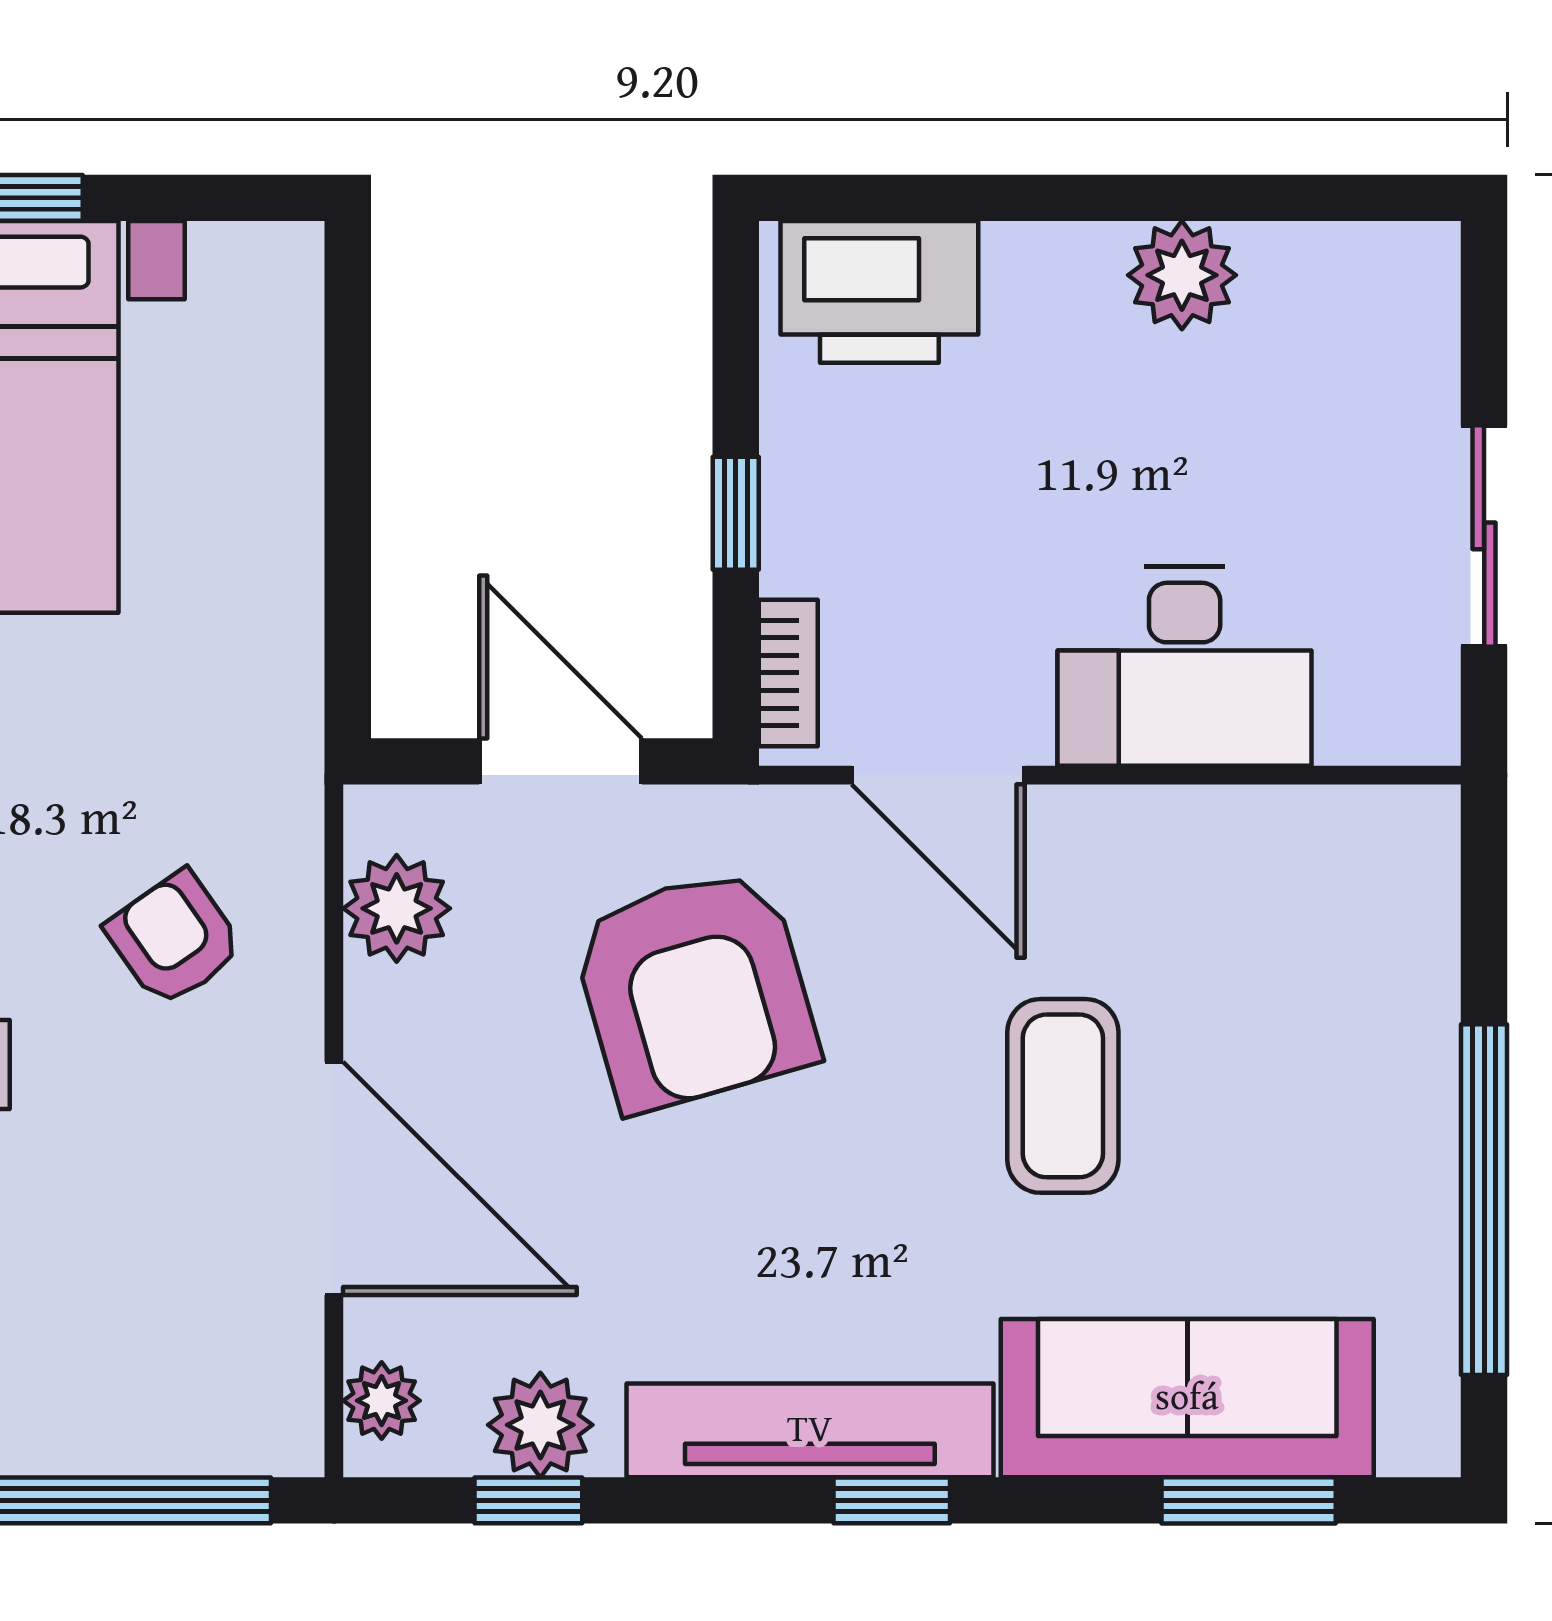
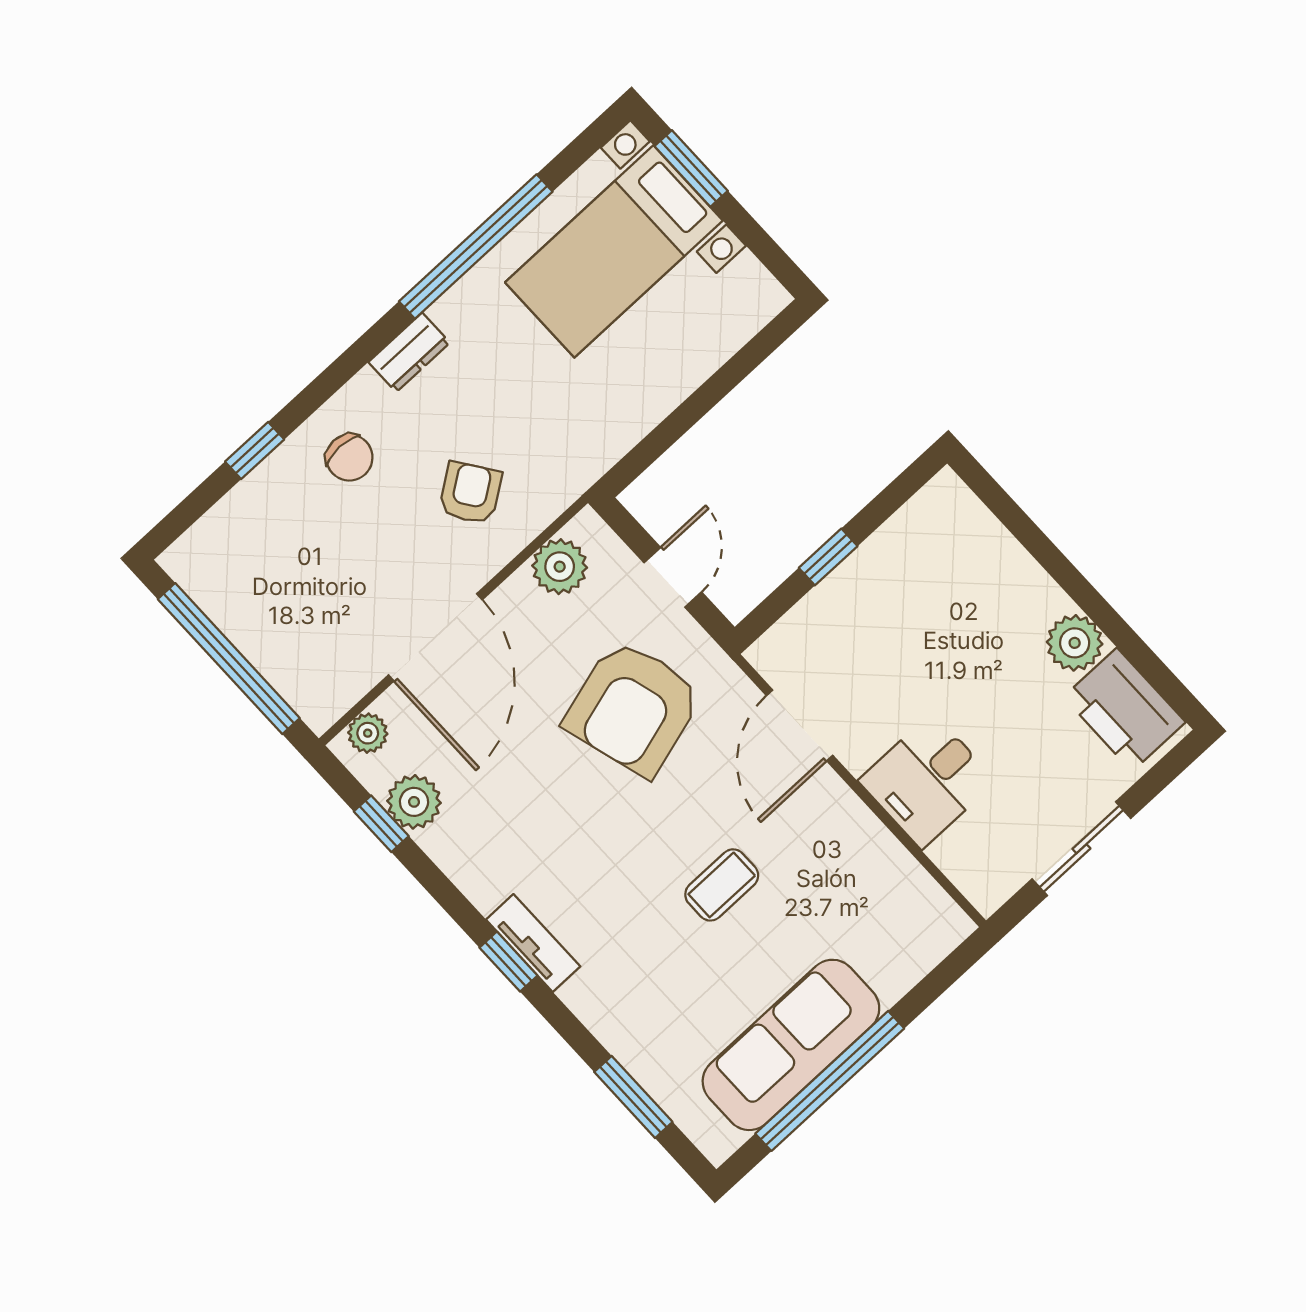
printer: (879, 292) -> (1124, 710), moved
desk: (1185, 666) -> (927, 781), width x0.73
bookcase: (788, 673) -> (786, 633), removed
door: (560, 761) -> (673, 577), width x0.73
coffee table: (1063, 1096) -> (722, 885), width x0.73, depth x0.77
sofa: (1187, 1398) -> (791, 1045), moved, turned -90
tv unit: (810, 1430) -> (533, 943), width x0.52, depth x0.78

